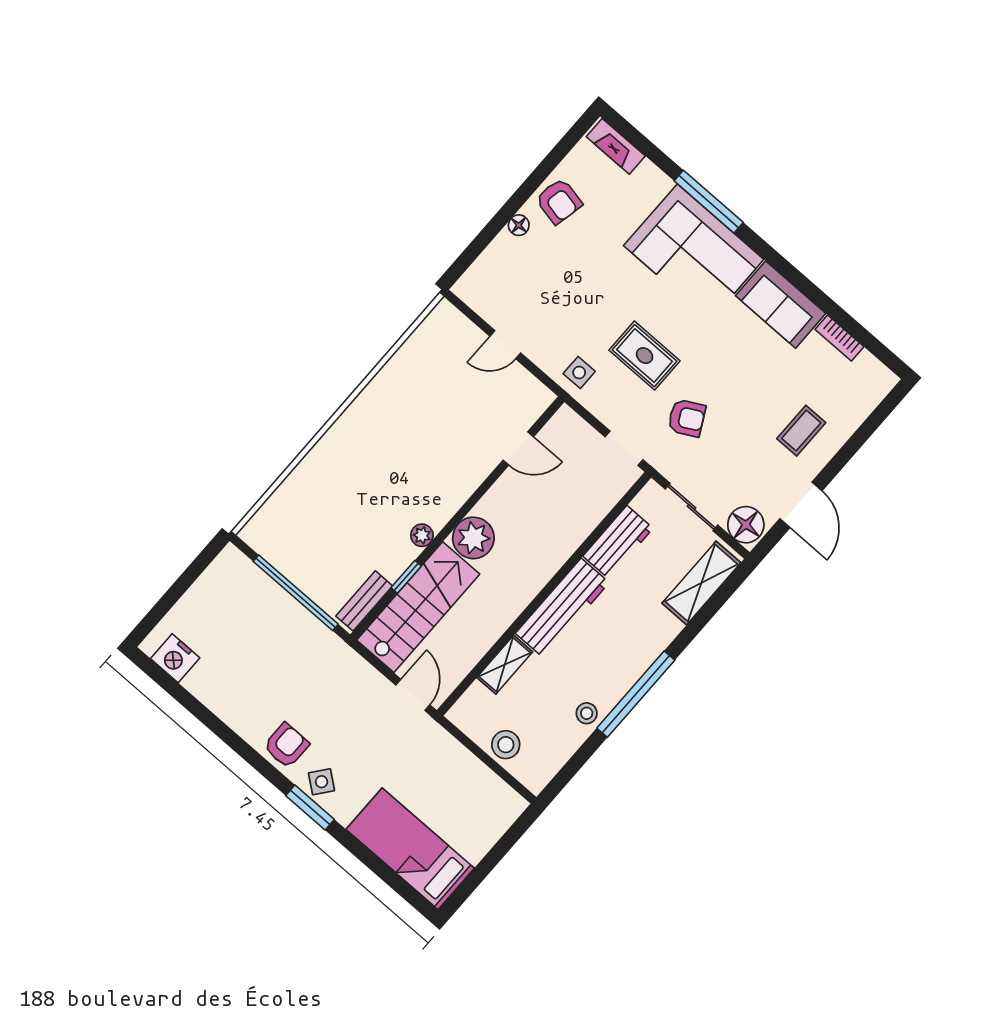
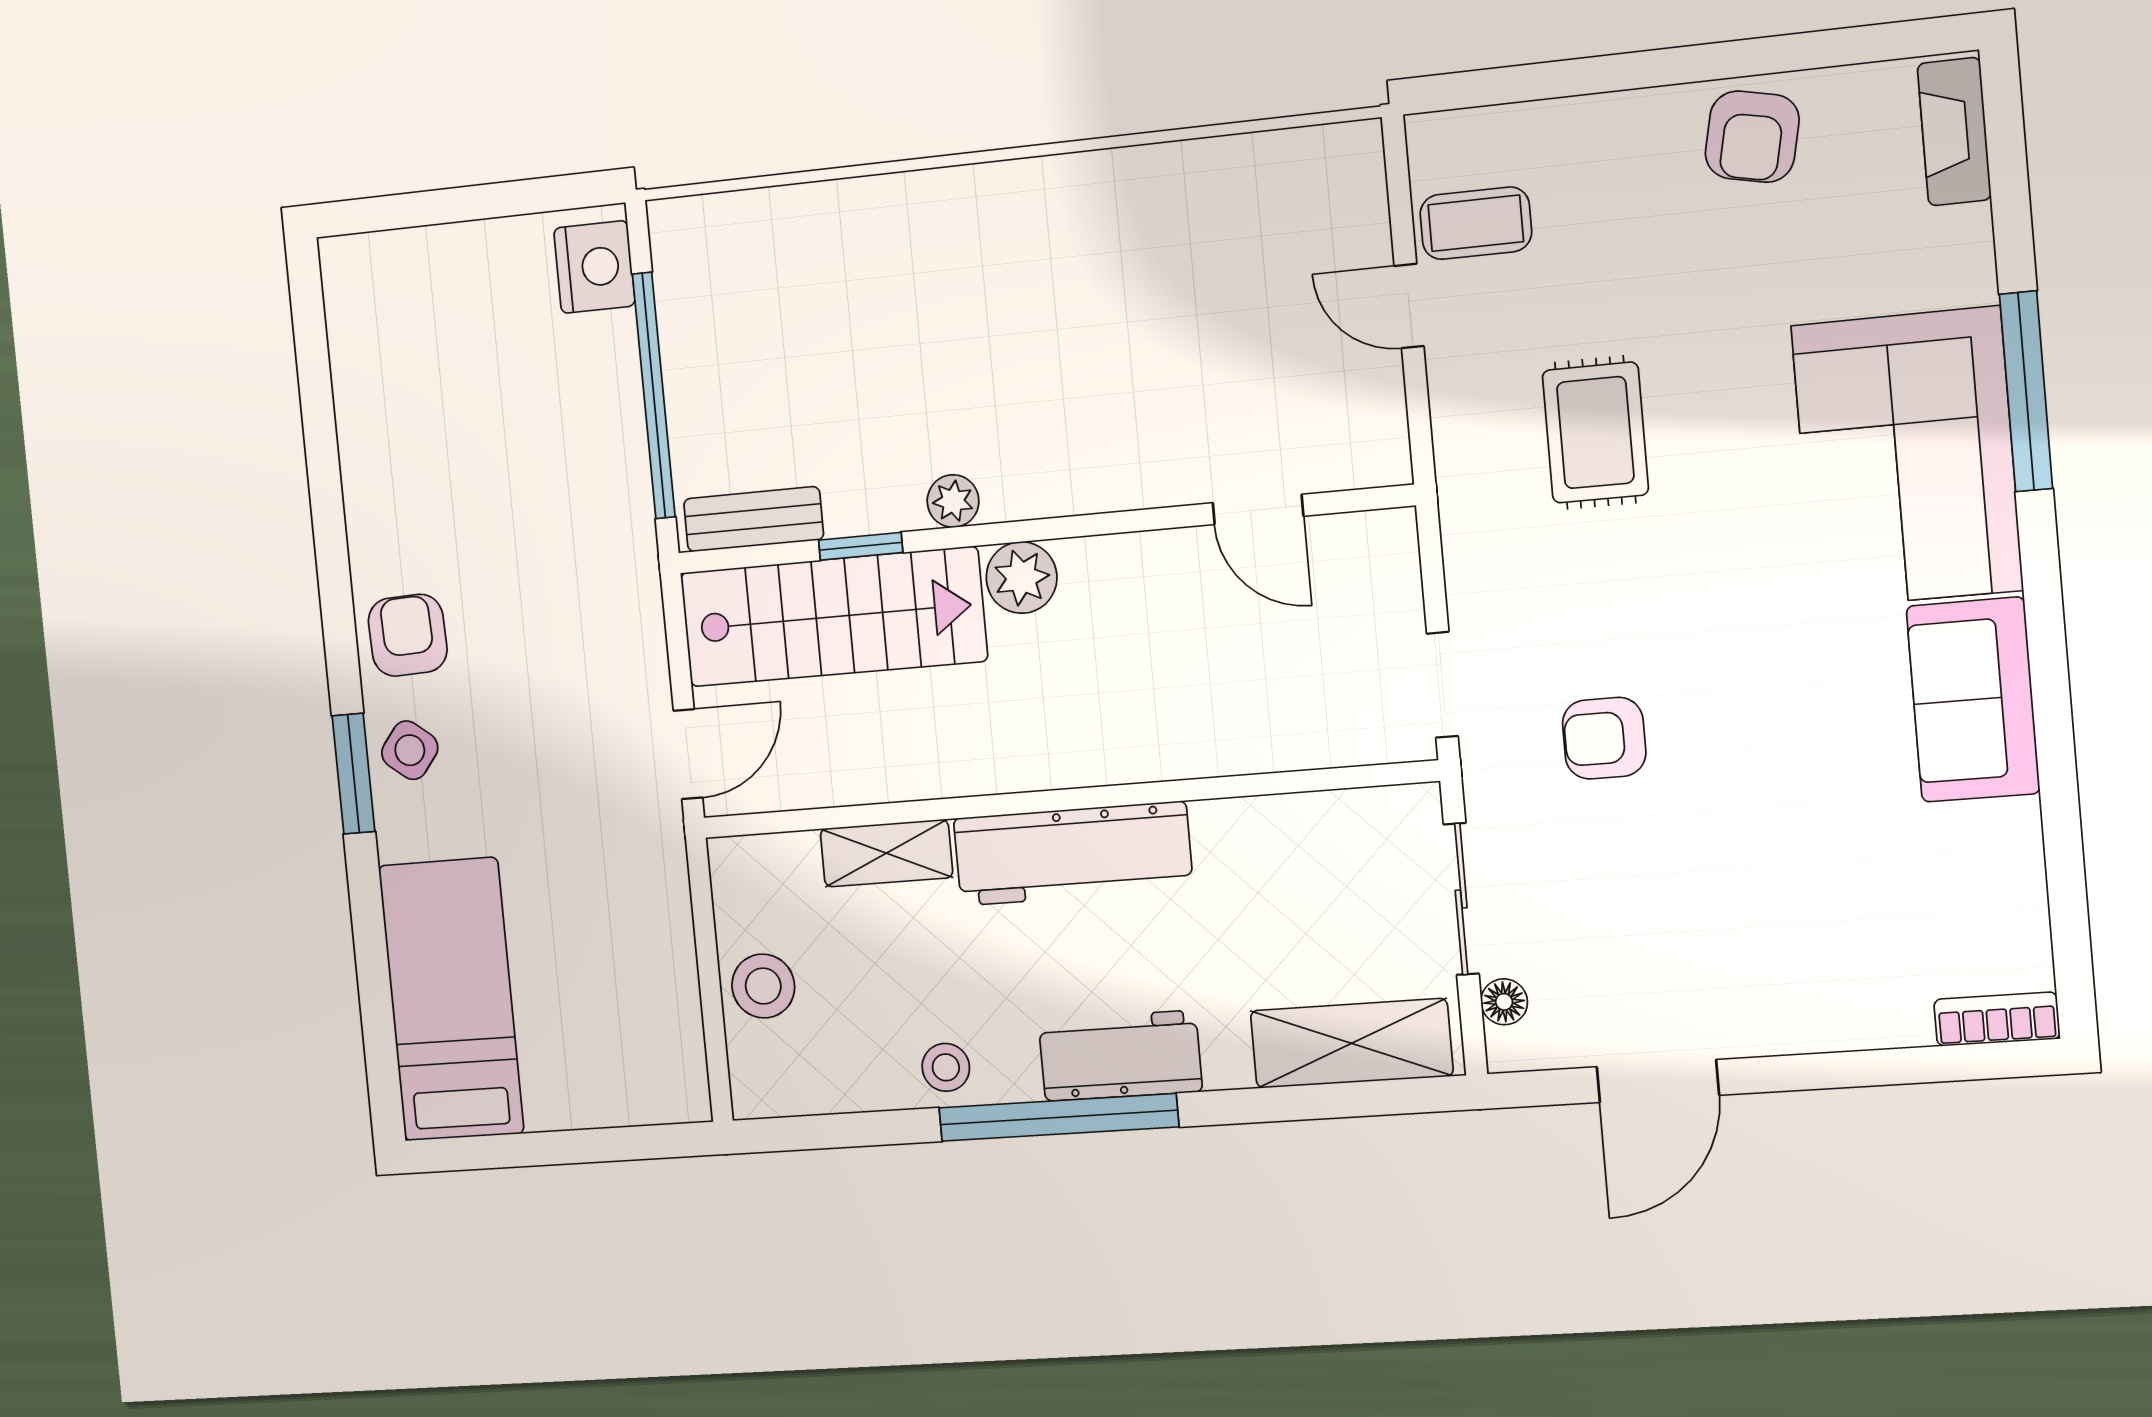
floor lamp: (519, 225) -> (1638, 113), removed
bookcase: (840, 338) -> (1997, 1019), moved, turned 90
rug: (645, 356) -> (1595, 433), moved
side table: (579, 373) -> (1492, 478), removed
armchair: (687, 418) -> (1604, 738), turned 118
coffee table: (801, 431) -> (1476, 223), moved
floor lamp: (746, 525) -> (1504, 1002), width x0.53, depth x0.53
plant: (473, 538) -> (1021, 578), width x0.73, depth x0.73
workbench: (618, 542) -> (1120, 1056), moved, turned 180
nightstand: (175, 658) -> (594, 267), moved, turned 180
armchair: (286, 745) -> (408, 635), turned -92

